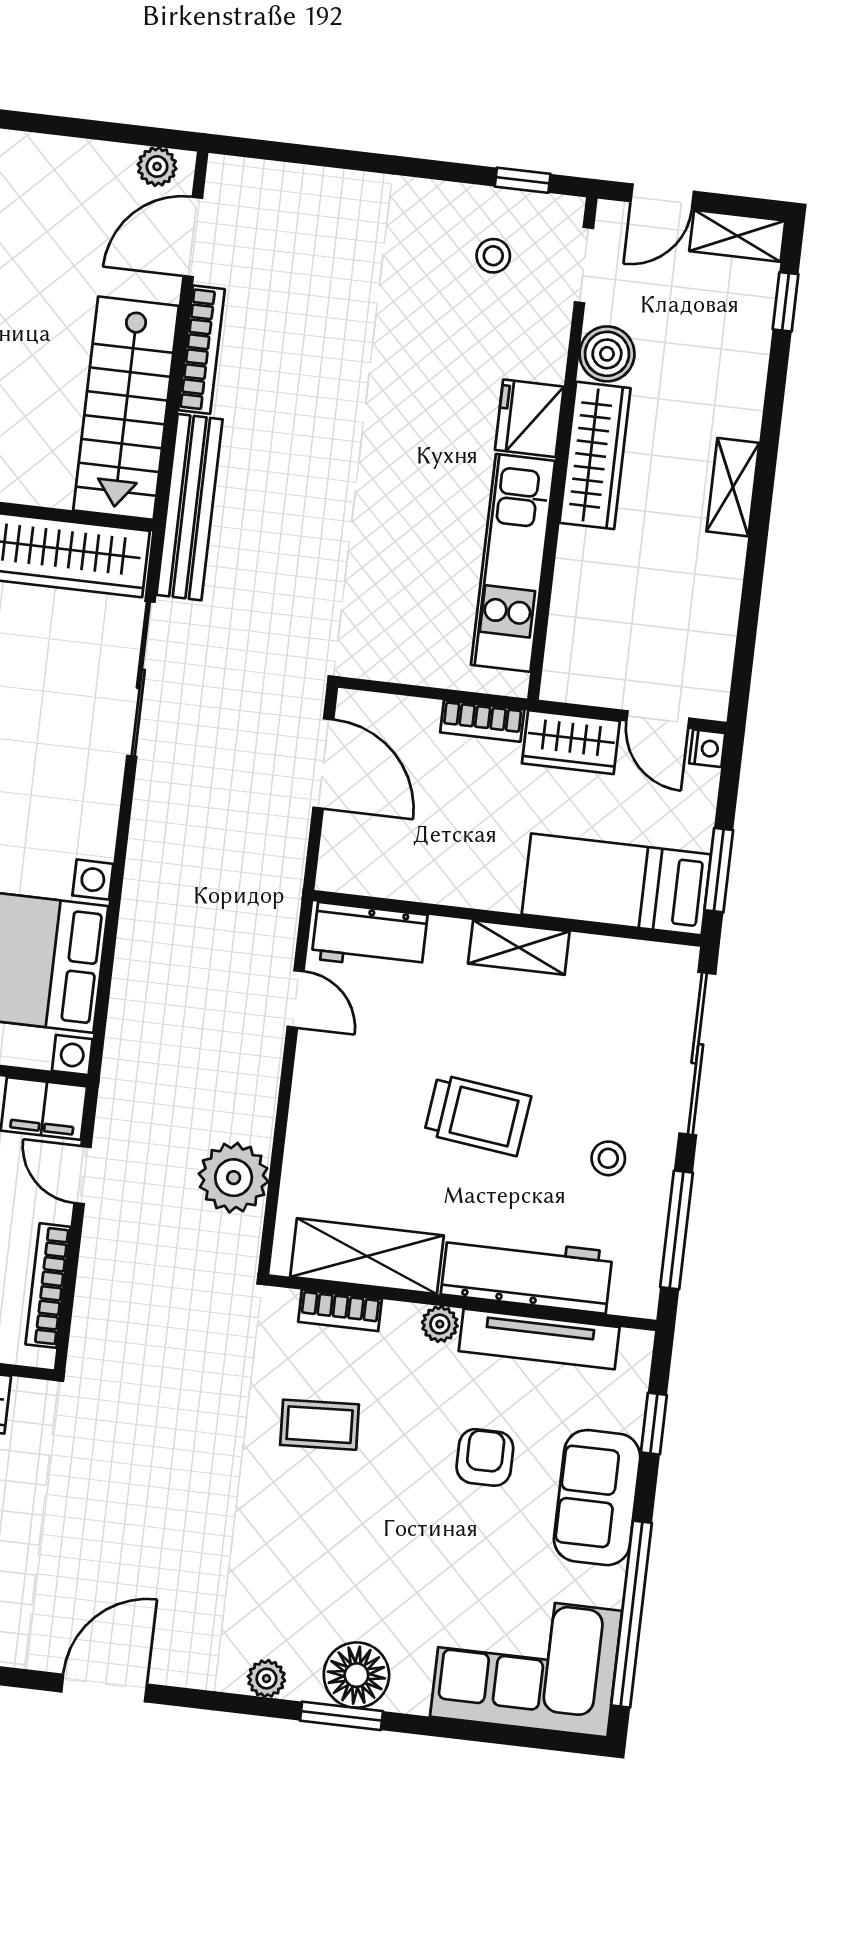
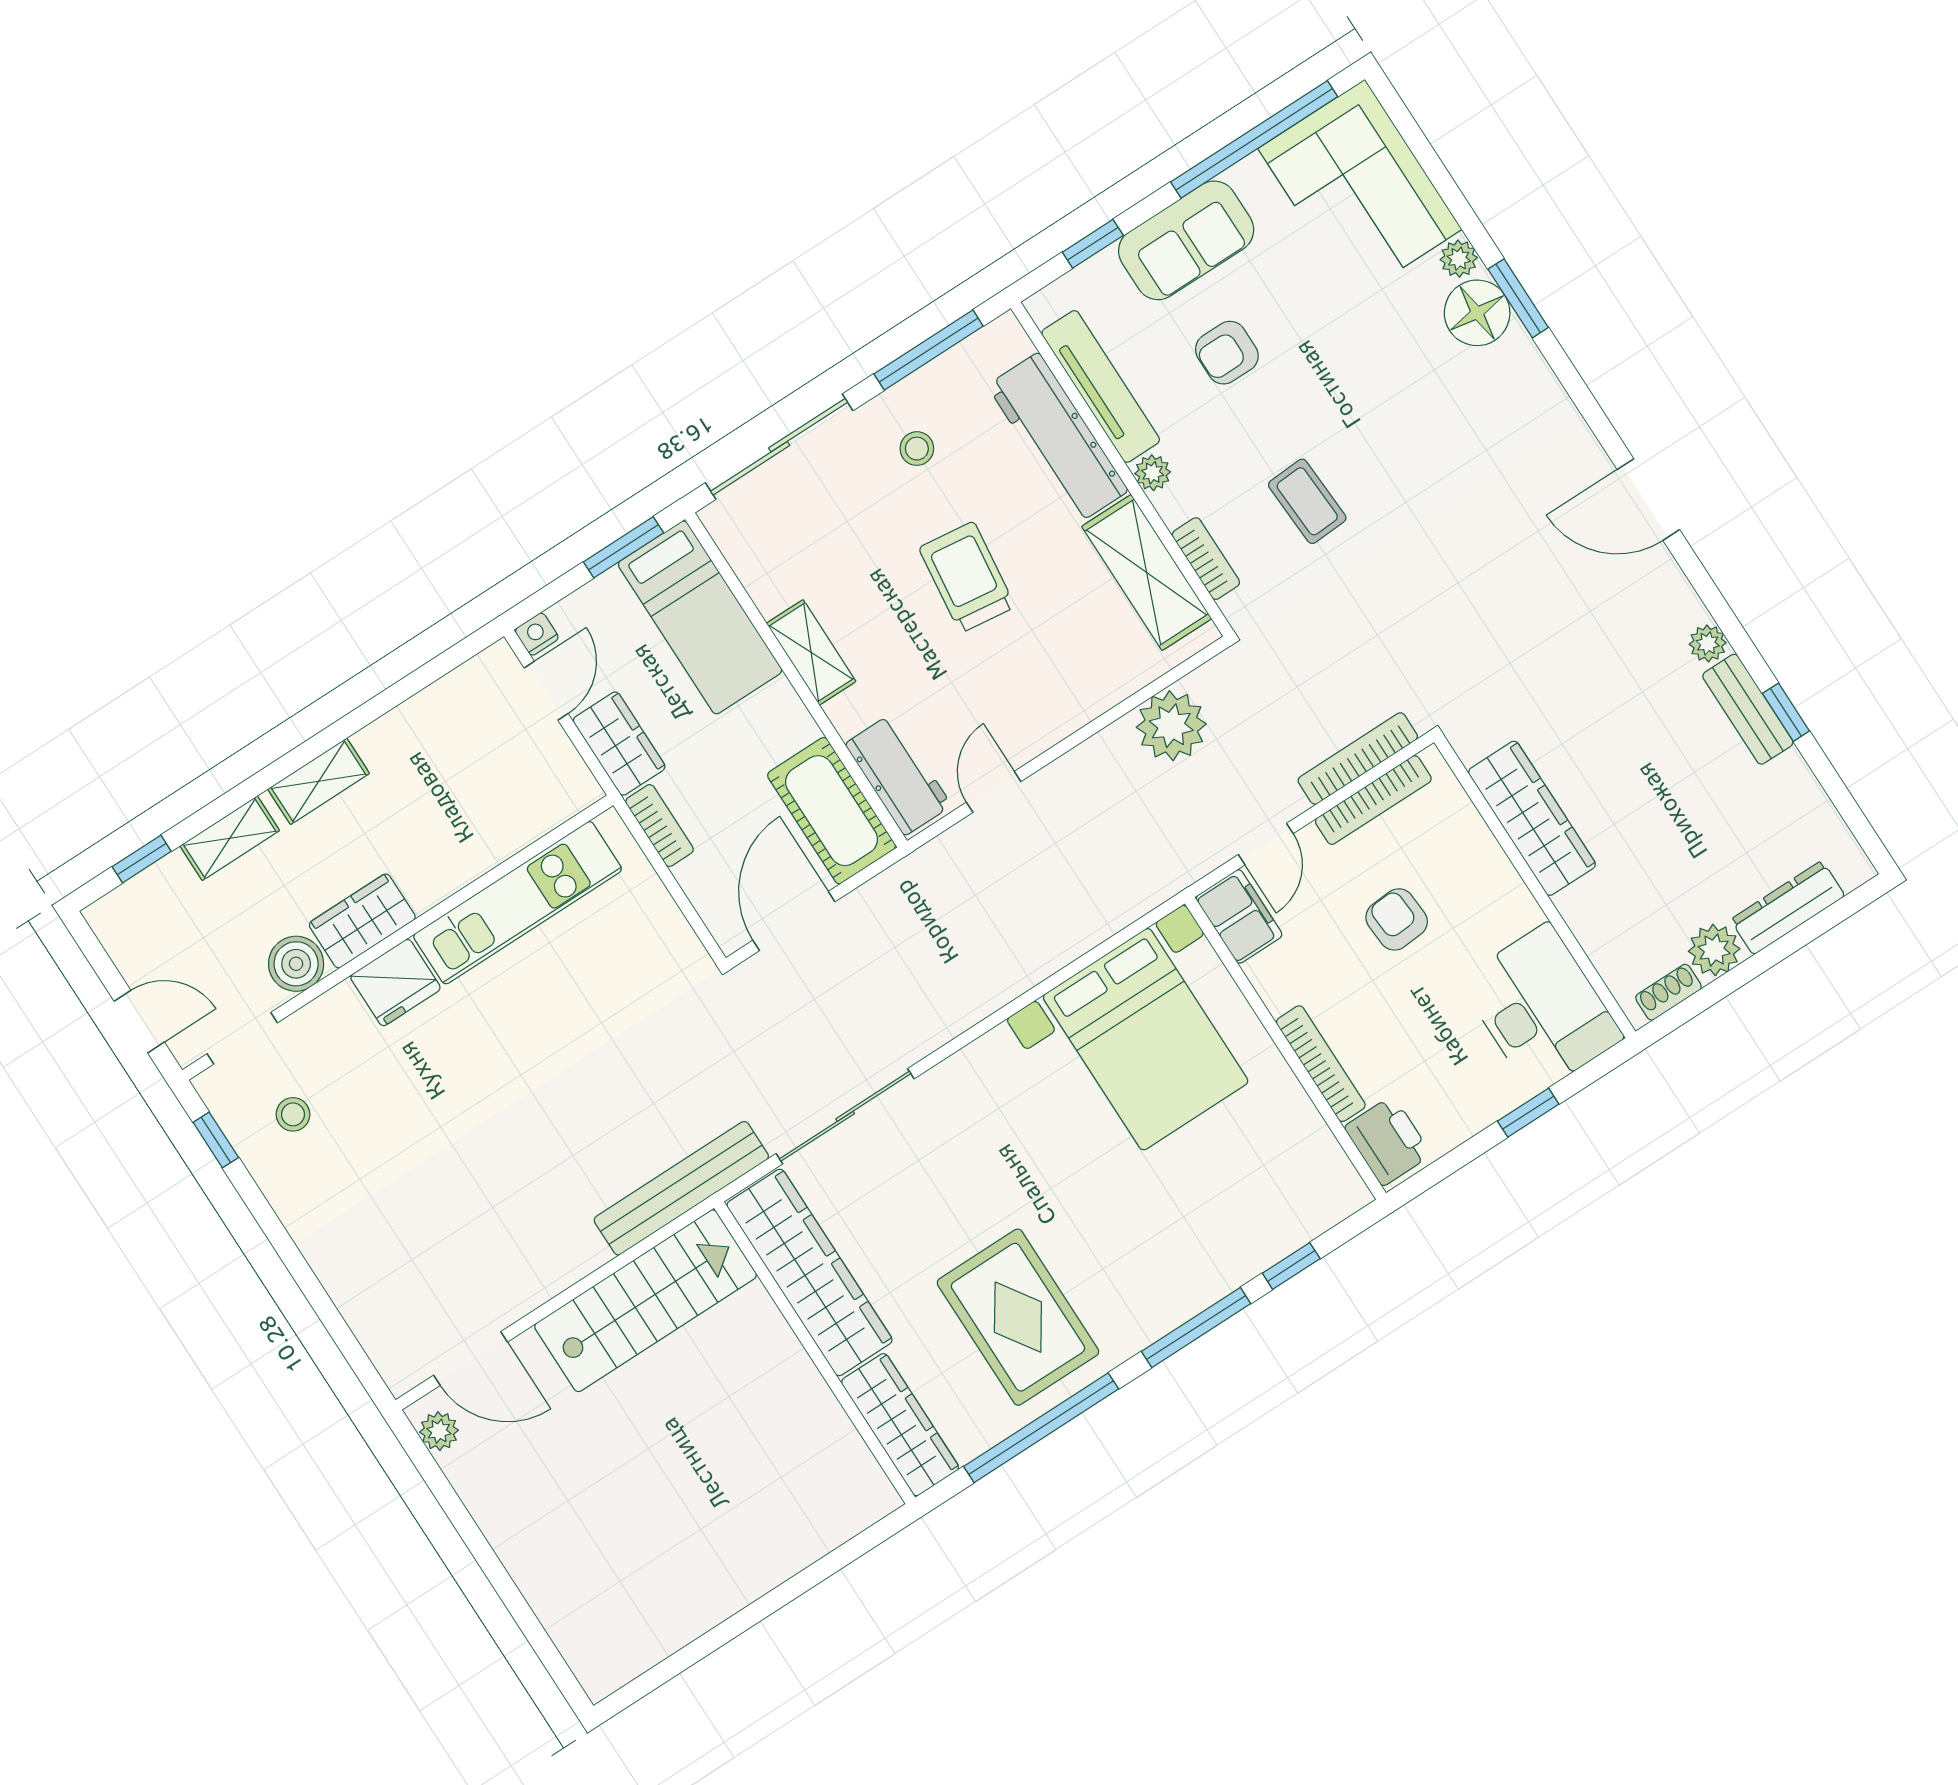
shelving: (737, 236) -> (230, 838), moved, turned 90
bookcase: (201, 350) -> (1358, 759), moved
wardrobe: (595, 455) -> (362, 921), width x0.67
cot: (384, 863) -> (832, 811), added
plant: (266, 1679) -> (1459, 259), moved

